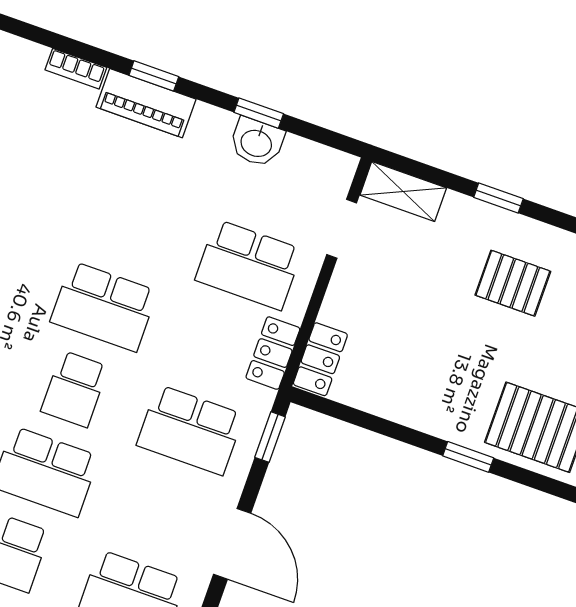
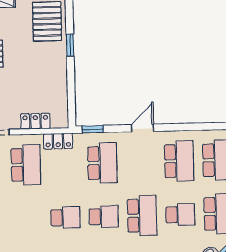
school desk: (104, 306) -> (65, 217), width x0.54
locker: (320, 359) -> (35, 121), moved
door: (232, 544) -> (142, 128), width x0.73

